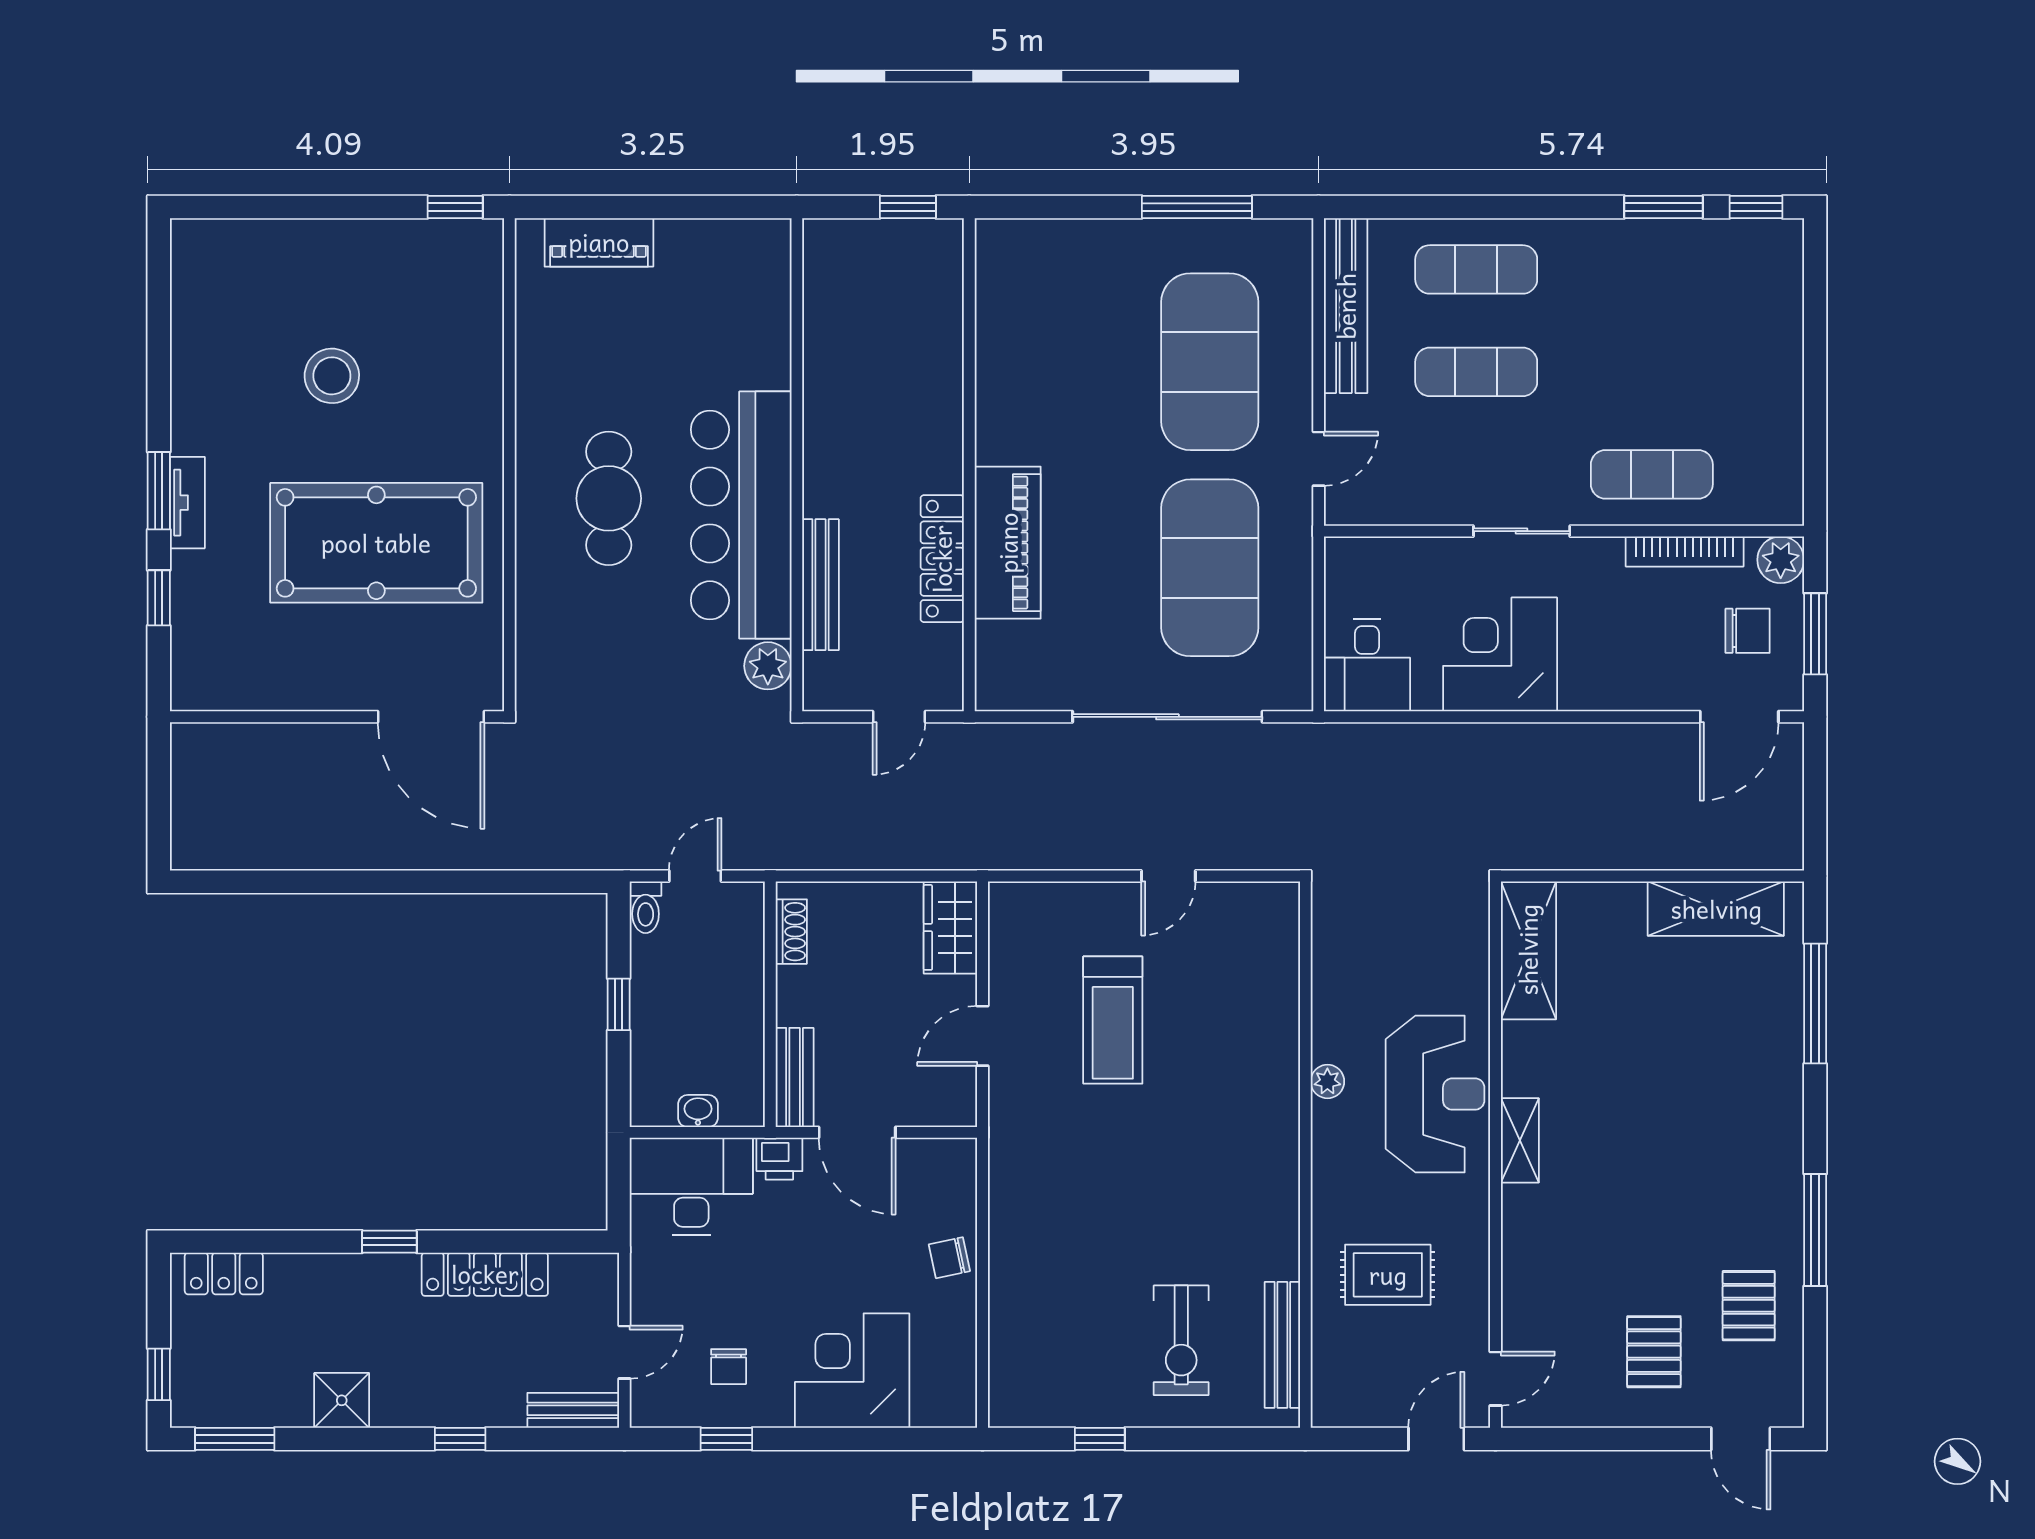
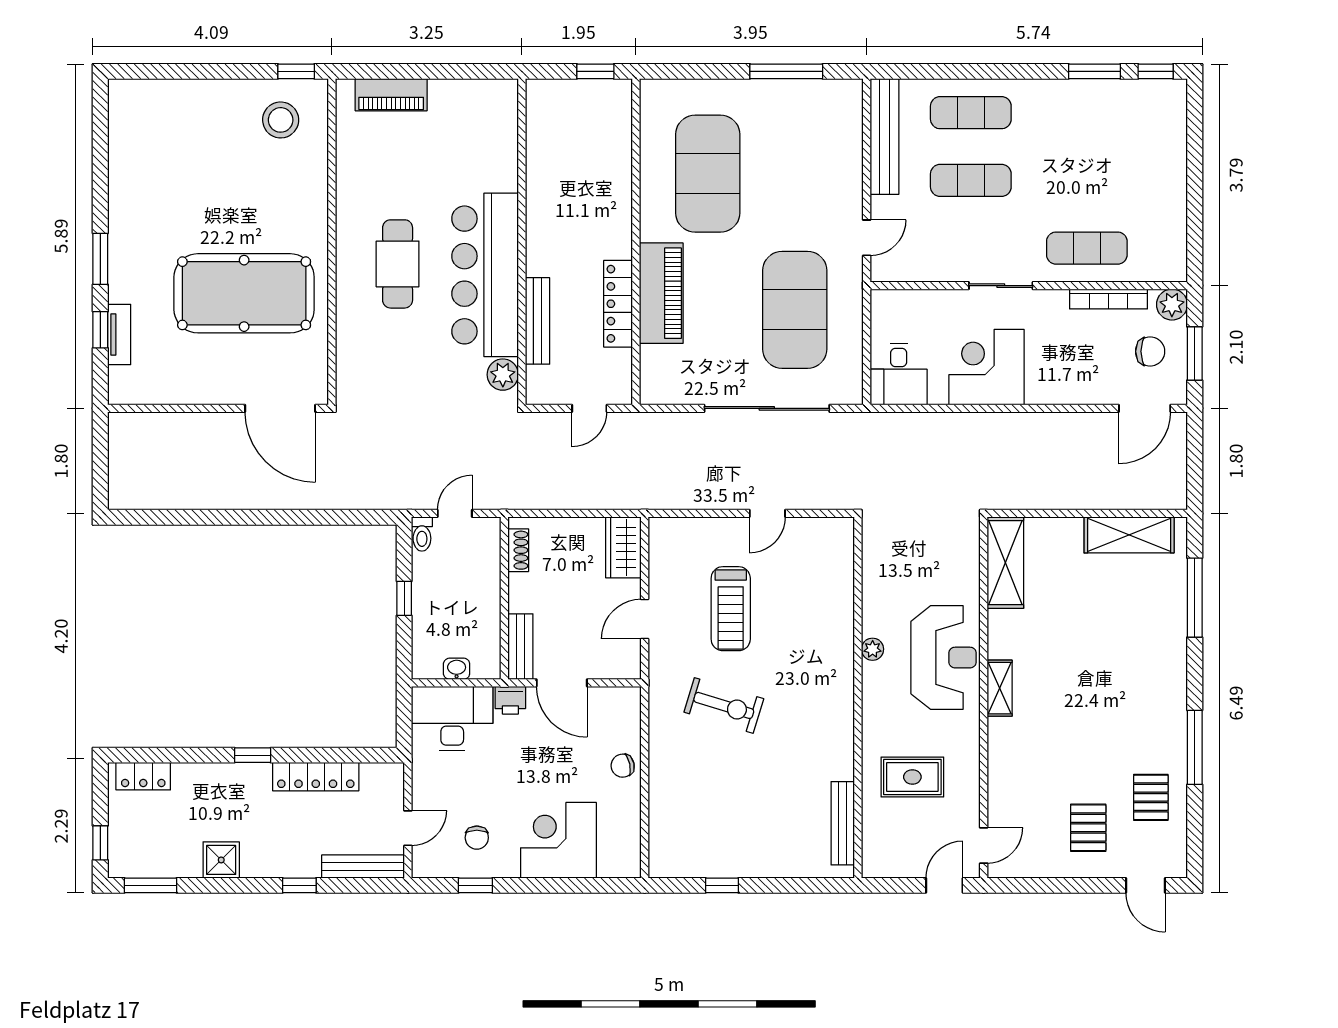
exercise mat: (1210, 362) -> (708, 174), moved
stool: (332, 376) -> (281, 120), moved
tv unit: (187, 503) -> (119, 335), moved
exercise bike: (1181, 1340) -> (724, 705), moved, turned -73
bench: (573, 1410) -> (363, 866), width x1.36

